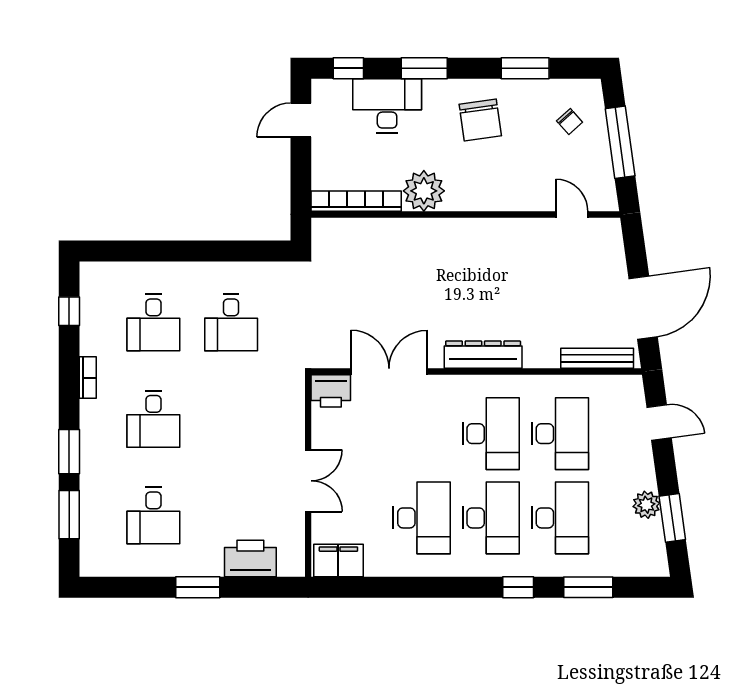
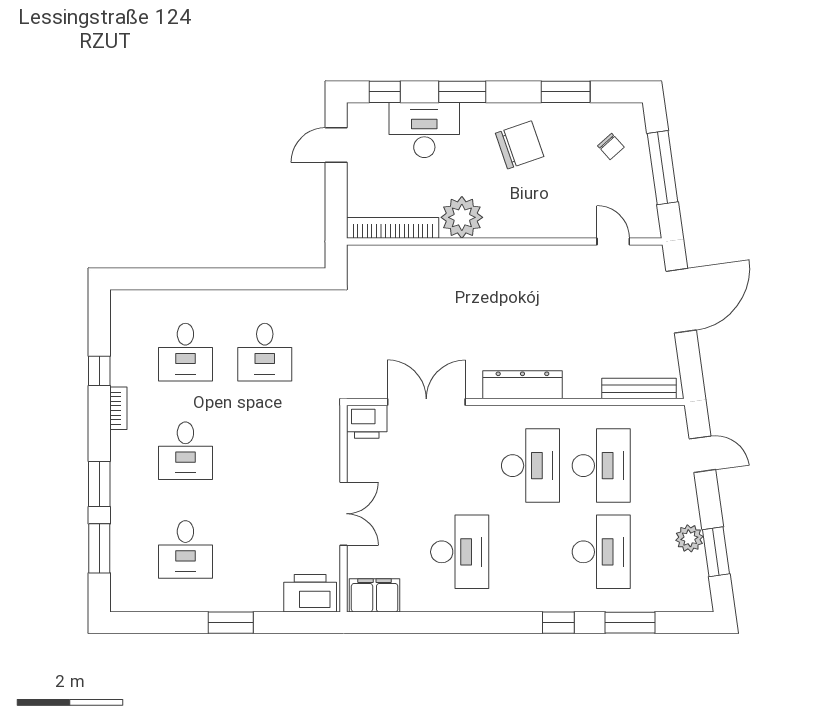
chair: (480, 120) -> (520, 145), turned -101
door: (643, 308) -> (681, 301), moved
window: (69, 311) -> (99, 371), moved
desk: (491, 518) -> (530, 552), removed
printer: (250, 559) -> (310, 593), moved

